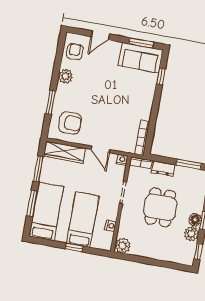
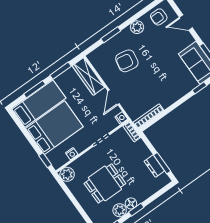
armchair: (75, 52) -> (159, 17), turned 180
armchair: (70, 123) -> (127, 61), moved, turned 100
dresser: (163, 169) -> (154, 166), moved
dining table: (160, 207) -> (105, 183), moved
bed: (83, 220) -> (54, 128), width x1.50
window: (74, 247) -> (45, 160), moved

